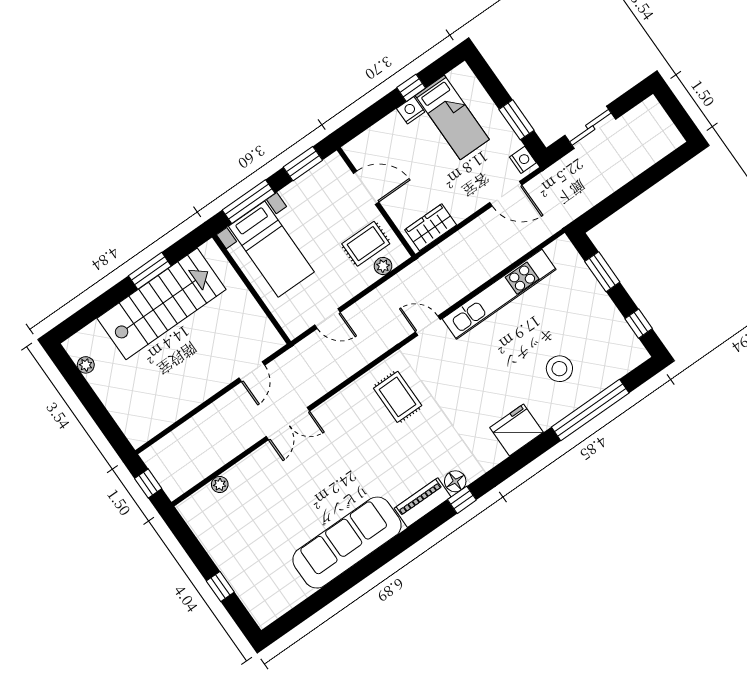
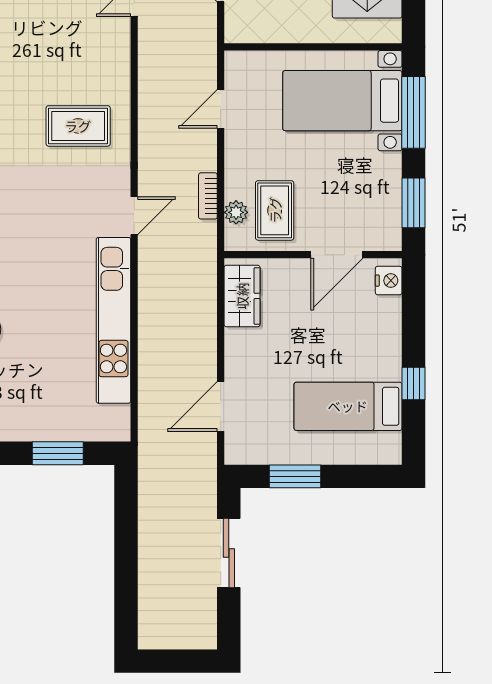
nightstand: (411, 110) -> (389, 281), moved
nightstand: (523, 160) -> (245, 452), removed
bookcase: (385, 290) -> (208, 196), added

